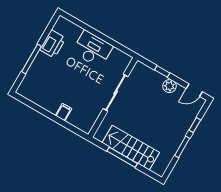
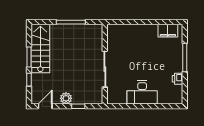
printer: (53, 44) -> (178, 79), width x0.53, depth x0.68
filing cabinet: (64, 112) -> (168, 31), moved, width x2.00
stairs: (131, 148) -> (40, 49), moved, turned -90

